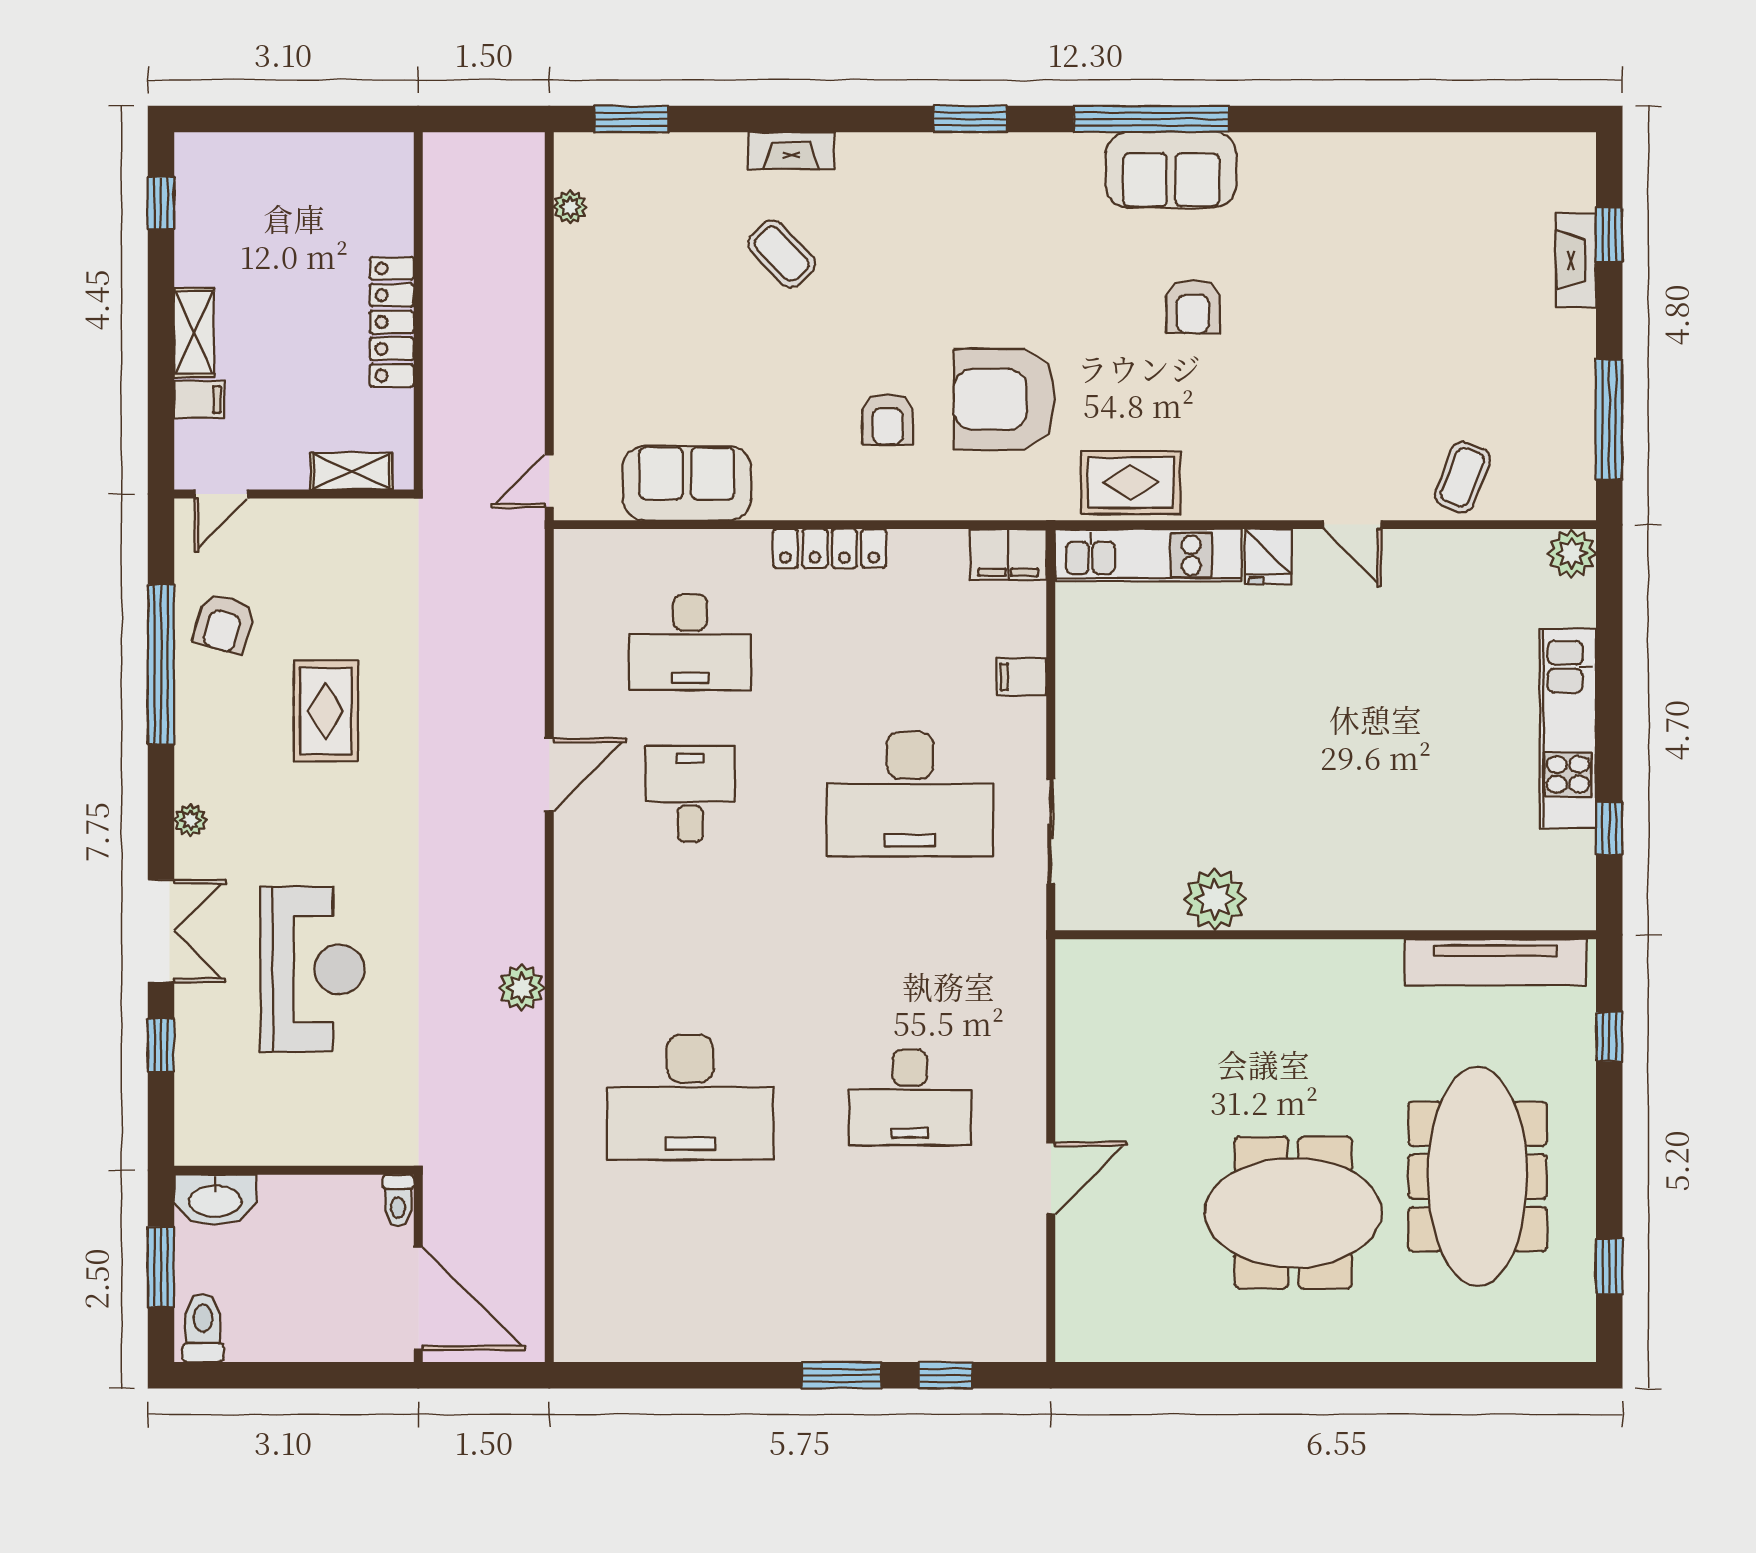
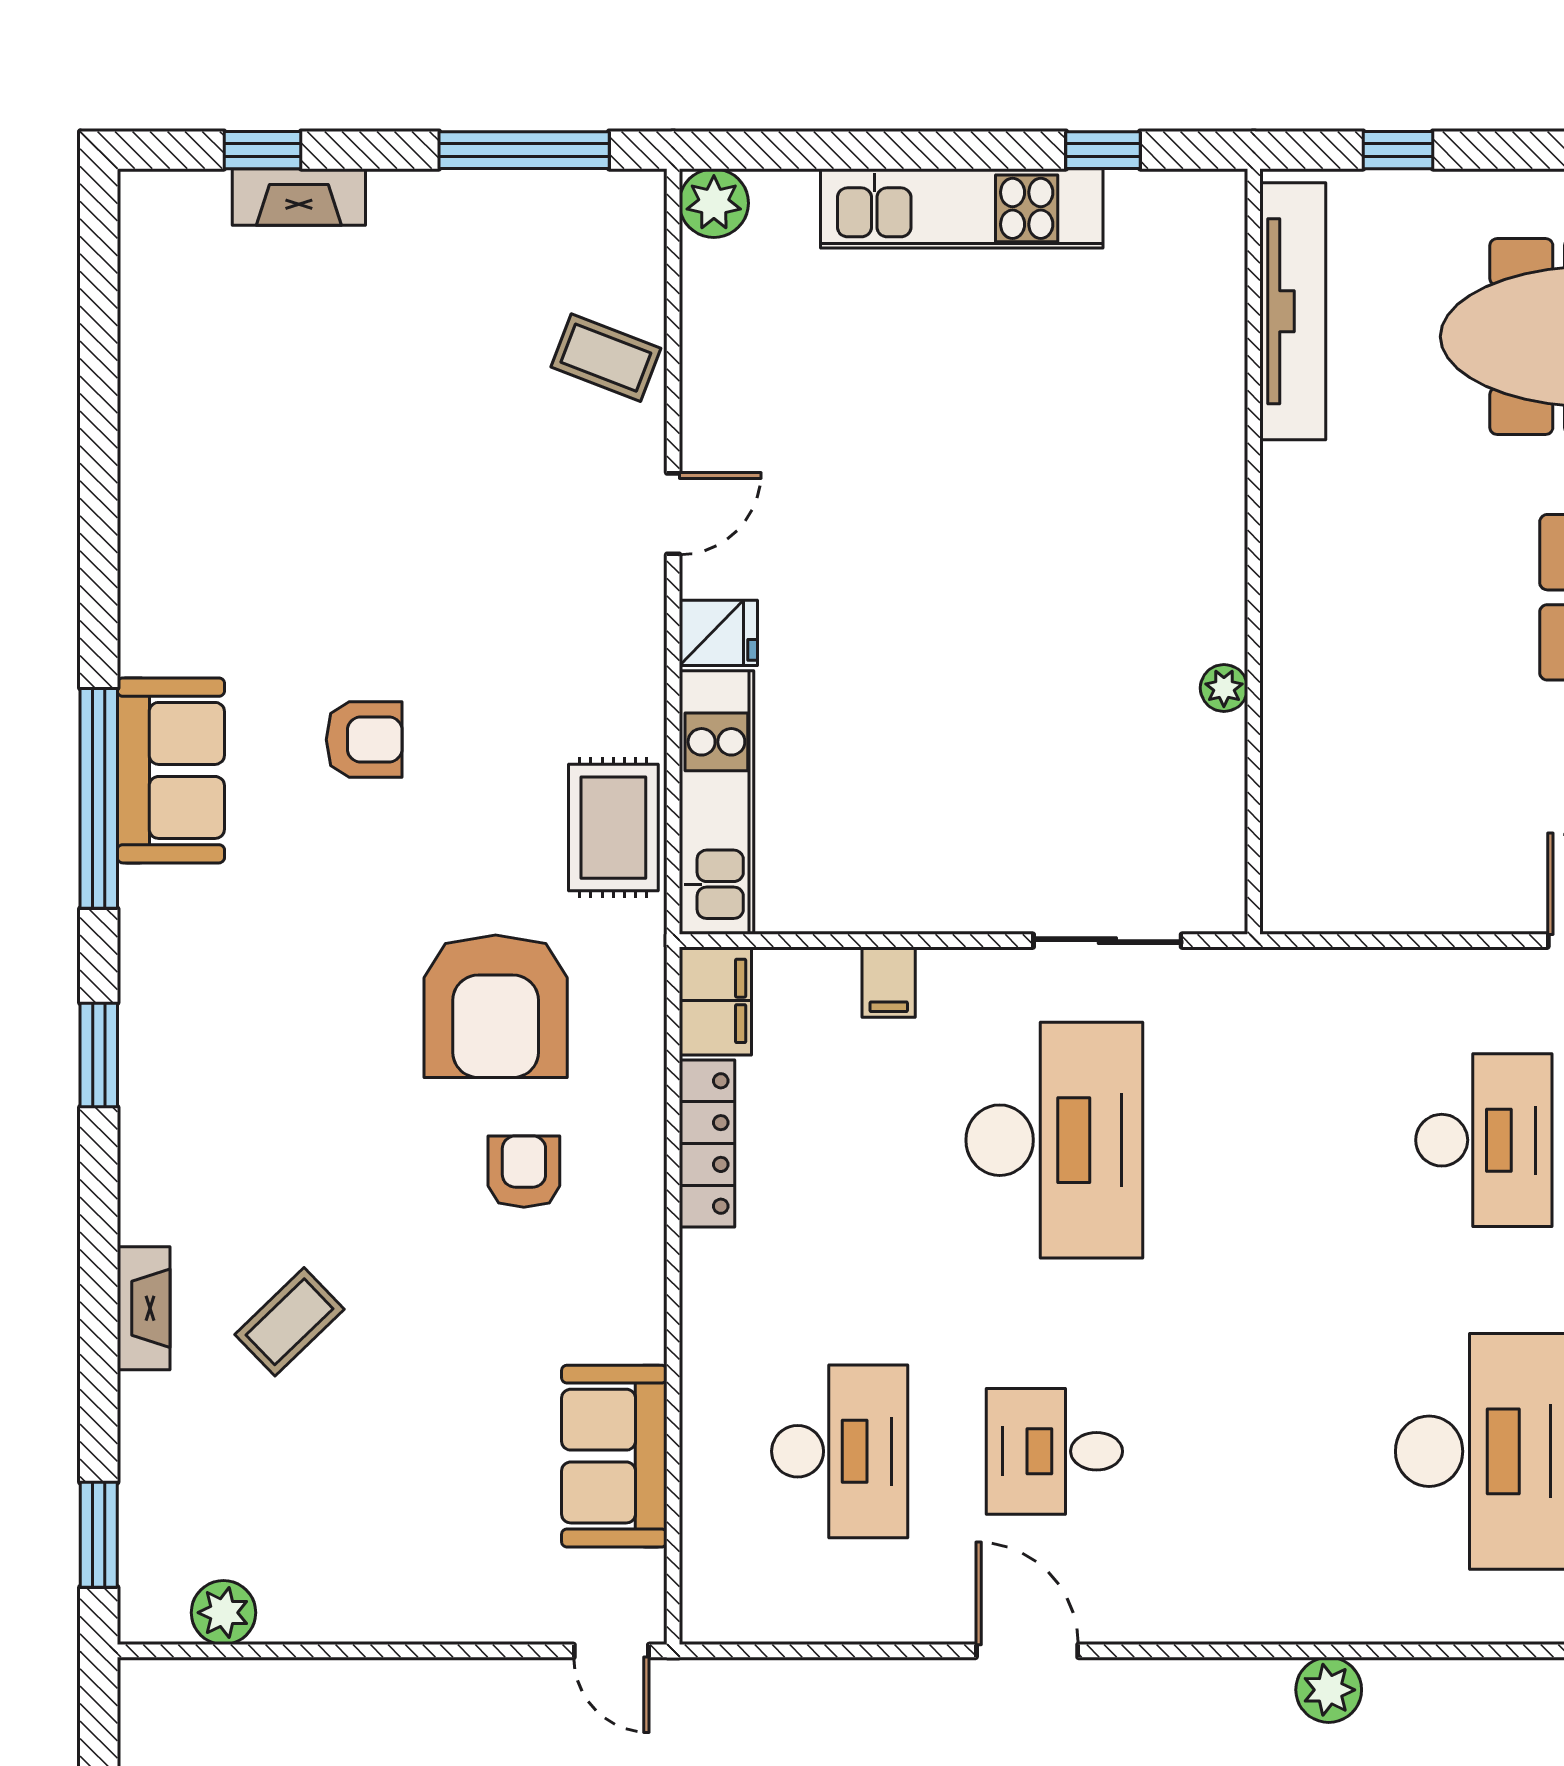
plant: (570, 207) -> (223, 1613), width x1.38, depth x1.38
armchair: (888, 419) -> (524, 1172), turned -90
locker: (830, 549) -> (707, 1144), moved
plant: (1215, 899) -> (1224, 688), width x0.53, depth x0.53

